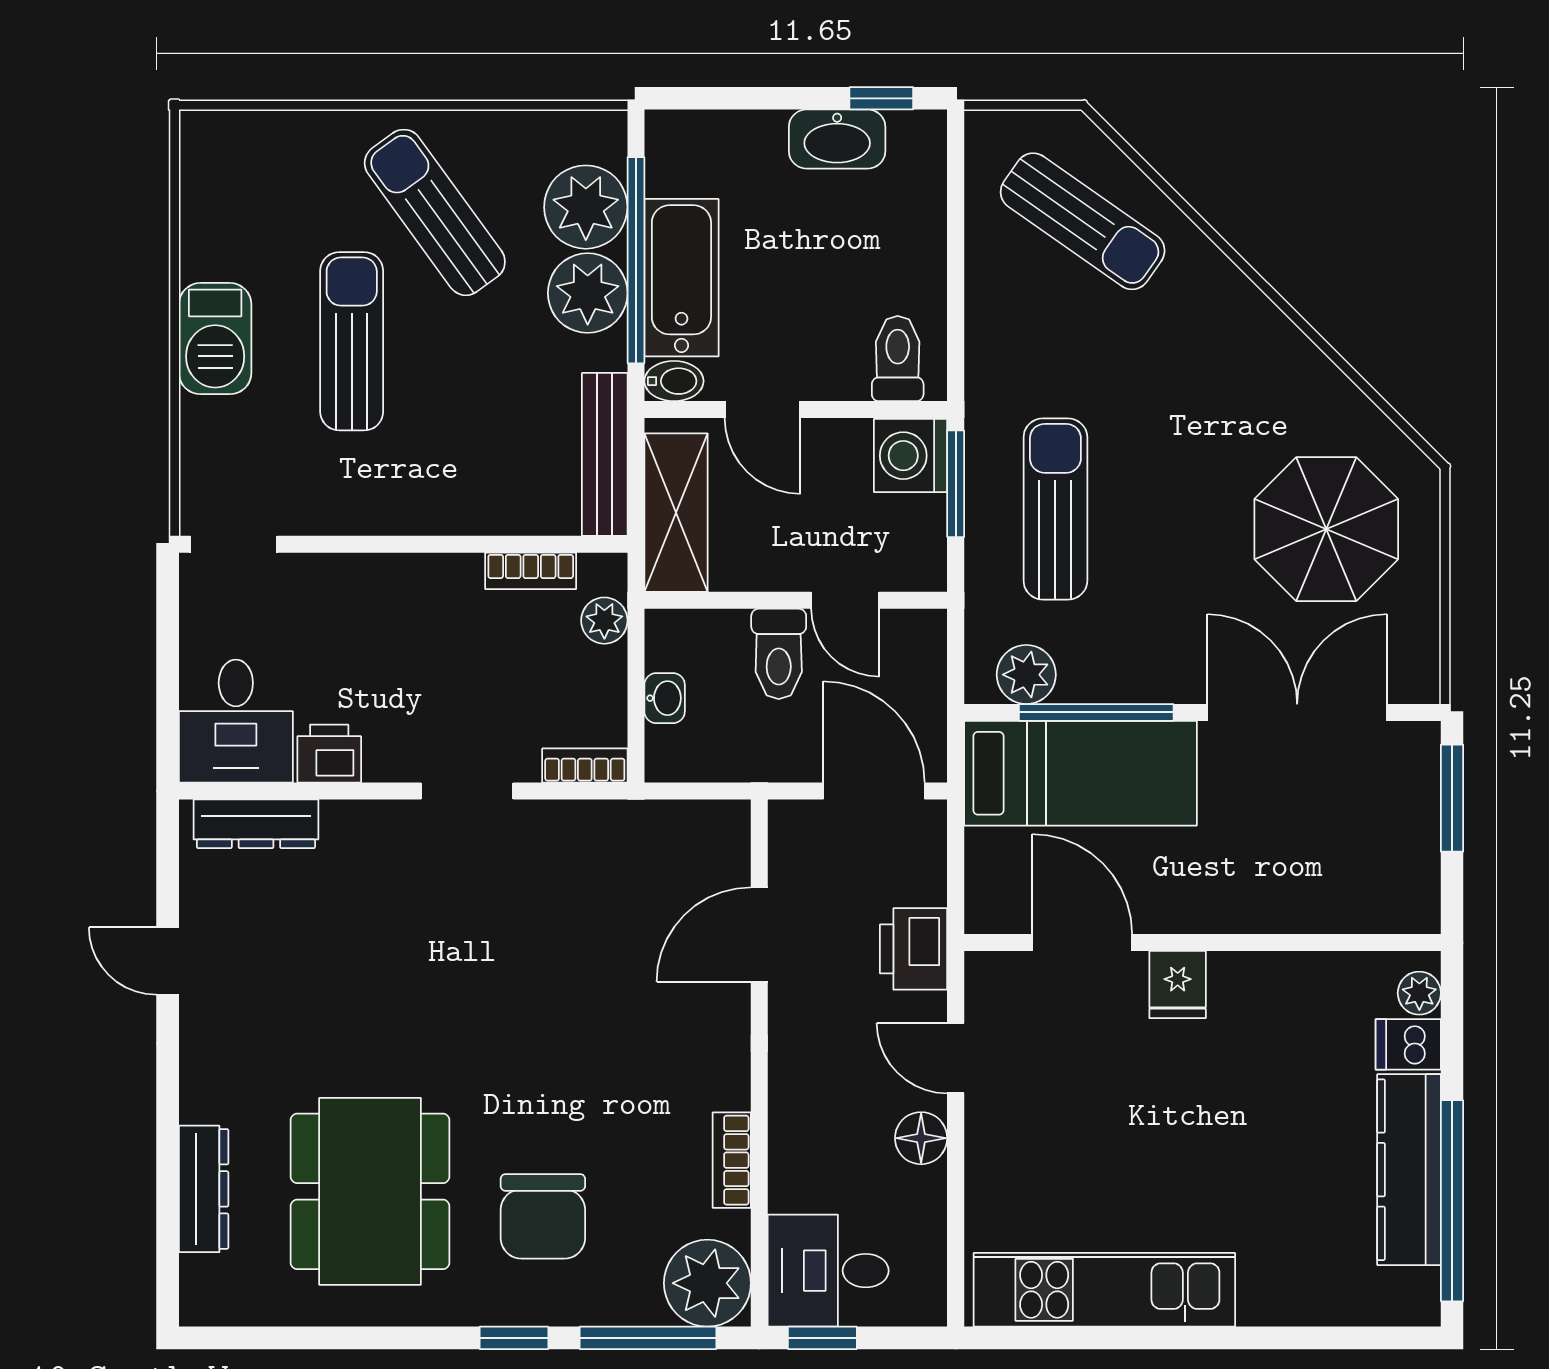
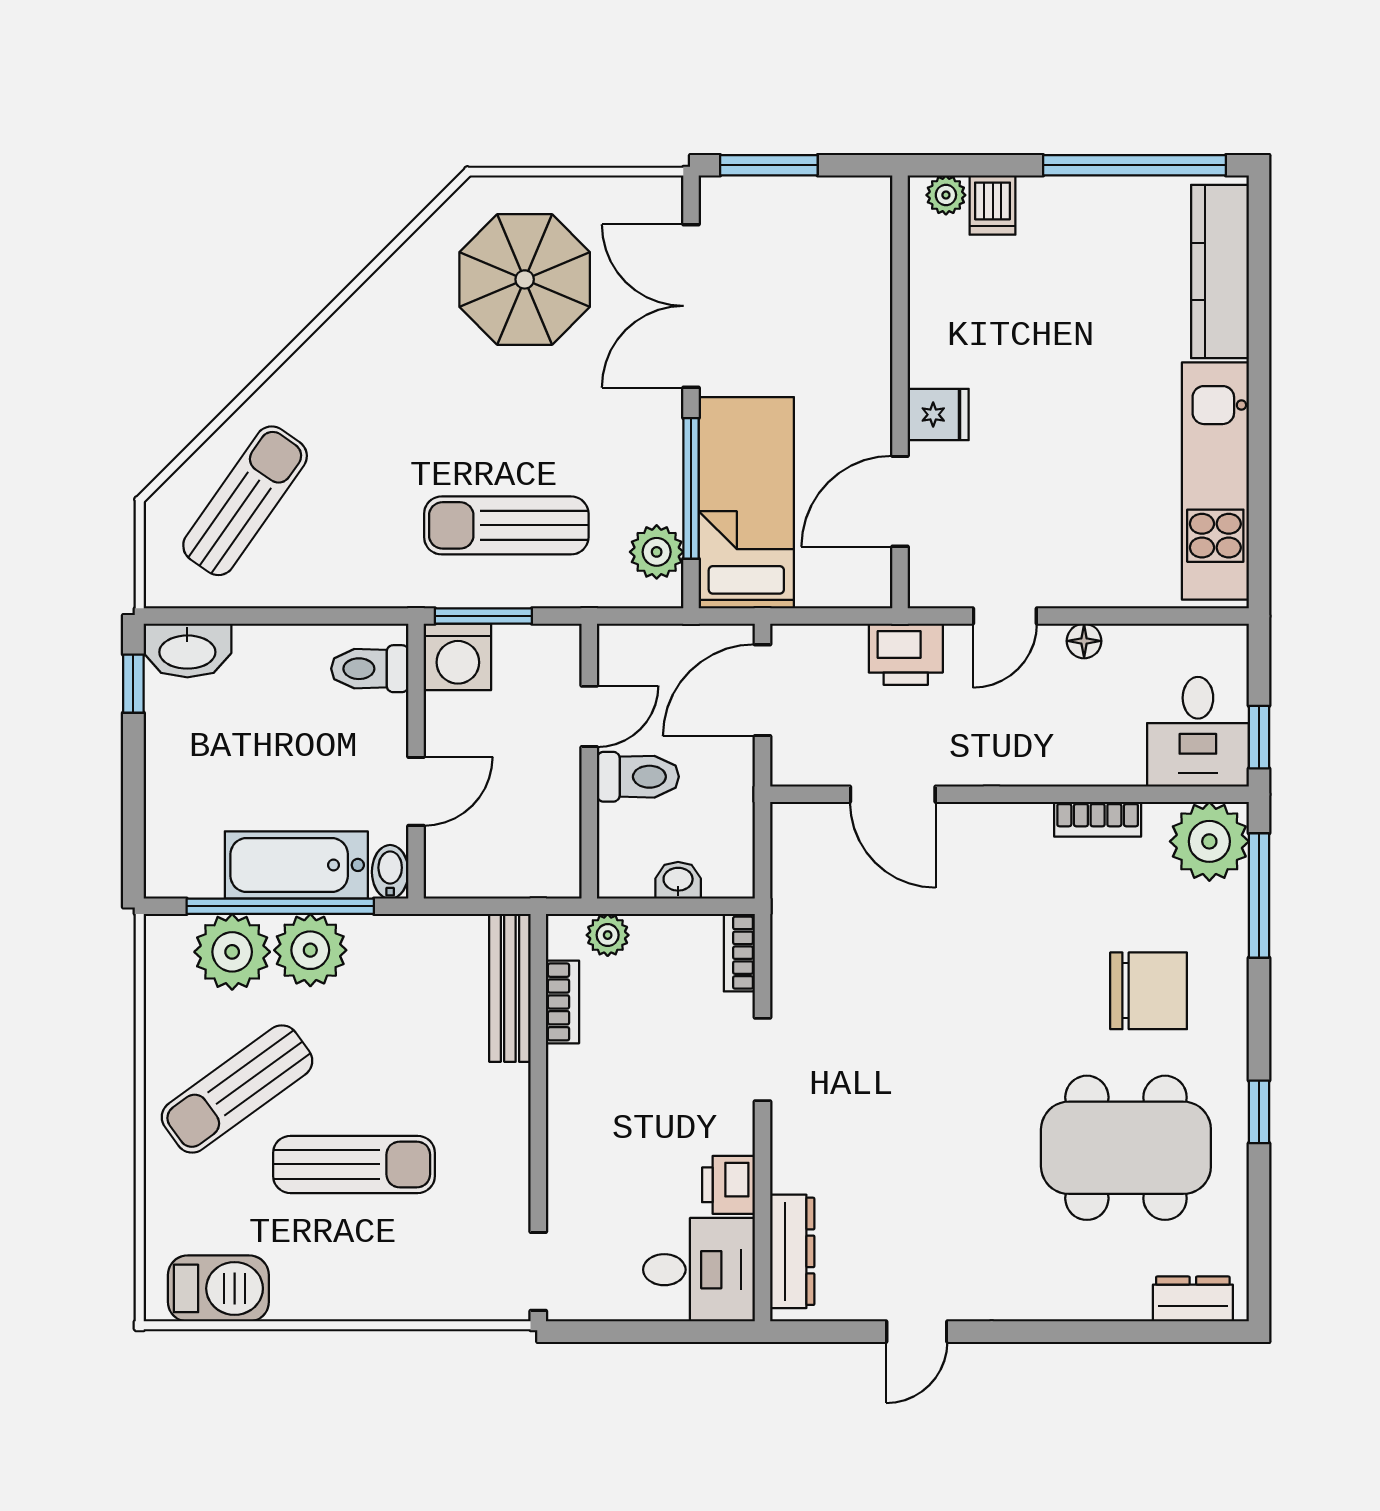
washbasin: (837, 139) -> (187, 650), moved, turned 90
barbecue: (215, 339) -> (218, 1288), moved
sun lounger: (352, 341) -> (354, 1164), turned 180
bench: (605, 454) -> (510, 988), moved, turned 90
shelving: (676, 513) -> (510, 870), removed
floor lamp: (921, 1138) -> (1084, 641), width x0.73, depth x0.73
kitchen counter: (1409, 1170) -> (1220, 272), moved, turned 90
dresser: (204, 1189) -> (1193, 1299), moved, width x0.70
window: (514, 1338) -> (1259, 1112), moved

